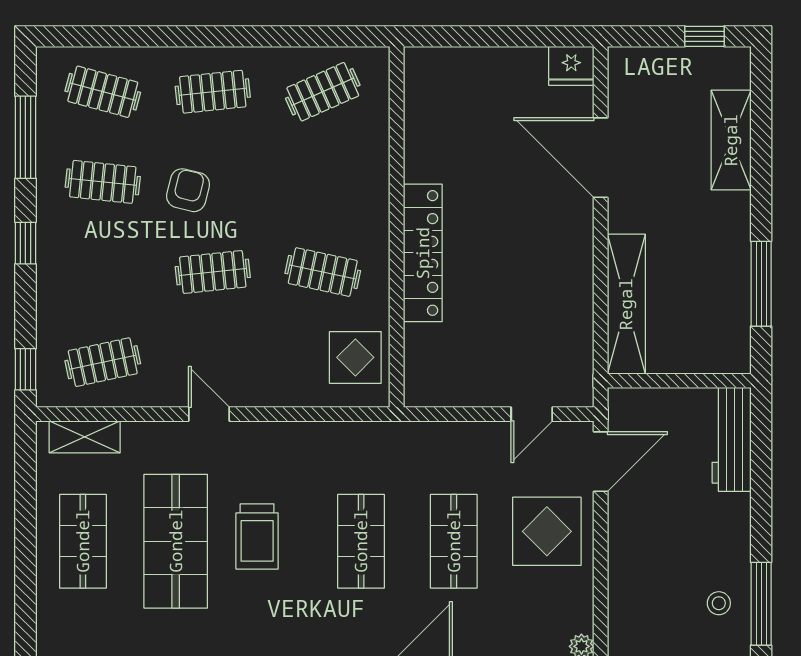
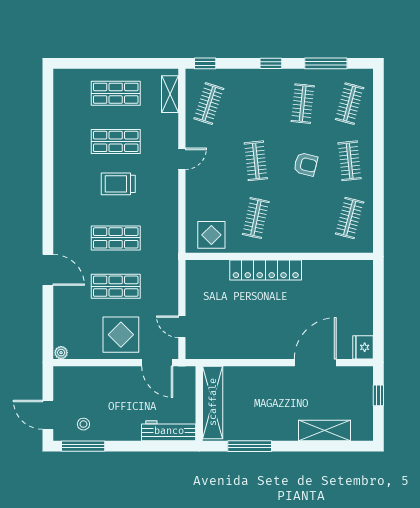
window: (704, 36) -> (378, 395), moved
clothes rail: (323, 92) -> (350, 218), turned 39
armchair: (188, 190) -> (306, 164), moved
shelving: (626, 304) -> (213, 402), moved, turned 90
clothes rail: (103, 362) -> (209, 104), turned 30
shop shelf: (176, 541) -> (116, 141), width x0.70, depth x0.74

